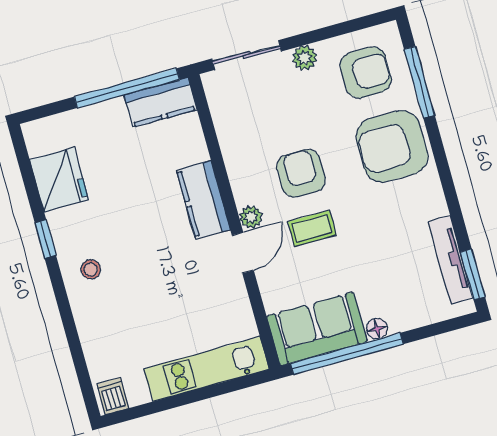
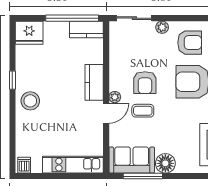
armchair: (301, 173) -> (145, 83), turned 180
fridge: (59, 180) -> (29, 33), moved, turned 90
stool: (91, 269) -> (30, 101), width x1.89, depth x1.89
floor lamp: (377, 329) -> (165, 163), width x1.89, depth x1.89
window: (347, 354) -> (143, 176), width x0.68

